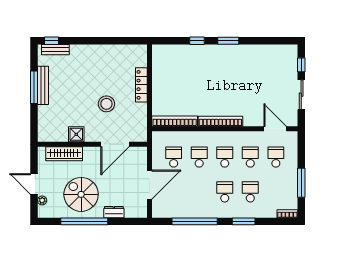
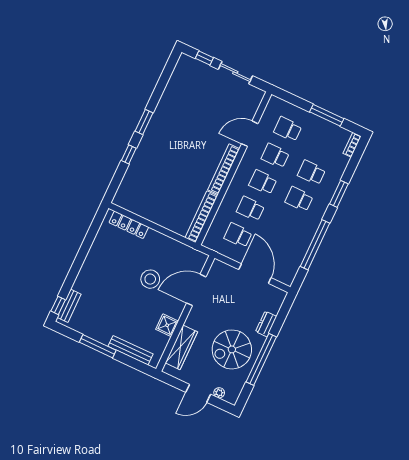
bench: (43, 85) -> (131, 350), moved
locker: (141, 85) -> (129, 225), moved
door: (275, 129) -> (250, 134), moved
door: (115, 144) -> (196, 290), swing flipped

